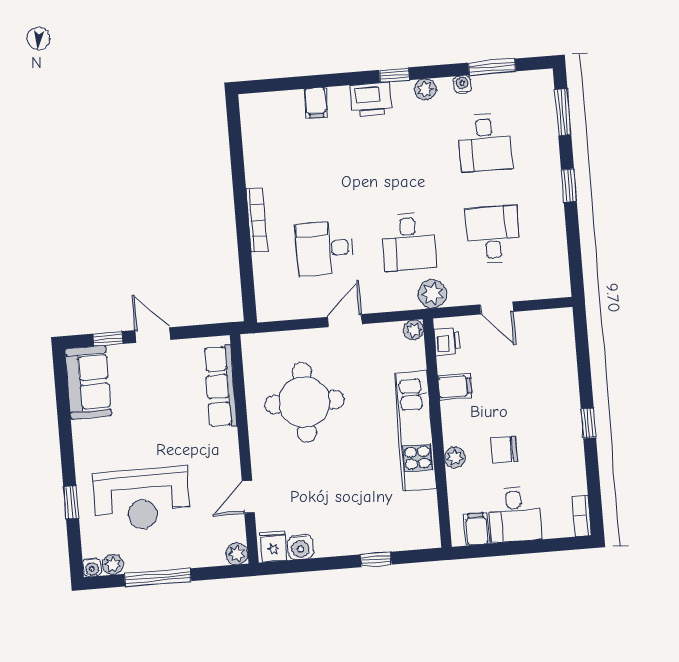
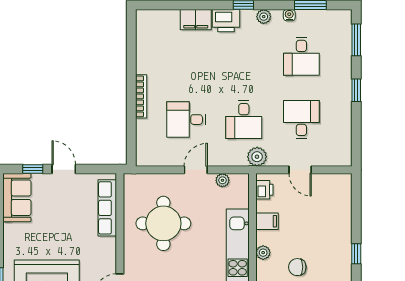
filing cabinet: (316, 103) -> (196, 20), width x2.00
plant: (414, 330) -> (222, 180), moved
plant: (455, 457) -> (263, 253), moved

